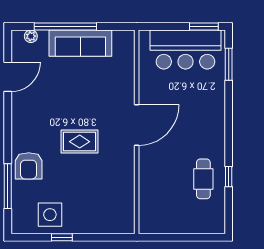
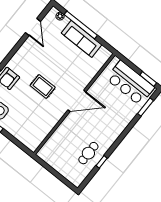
door: (8, 77) -> (33, 27), hinge flipped

